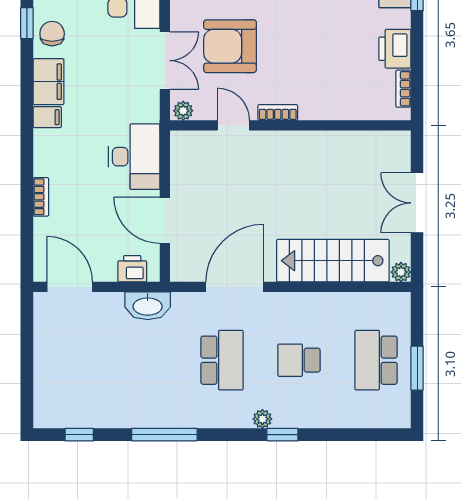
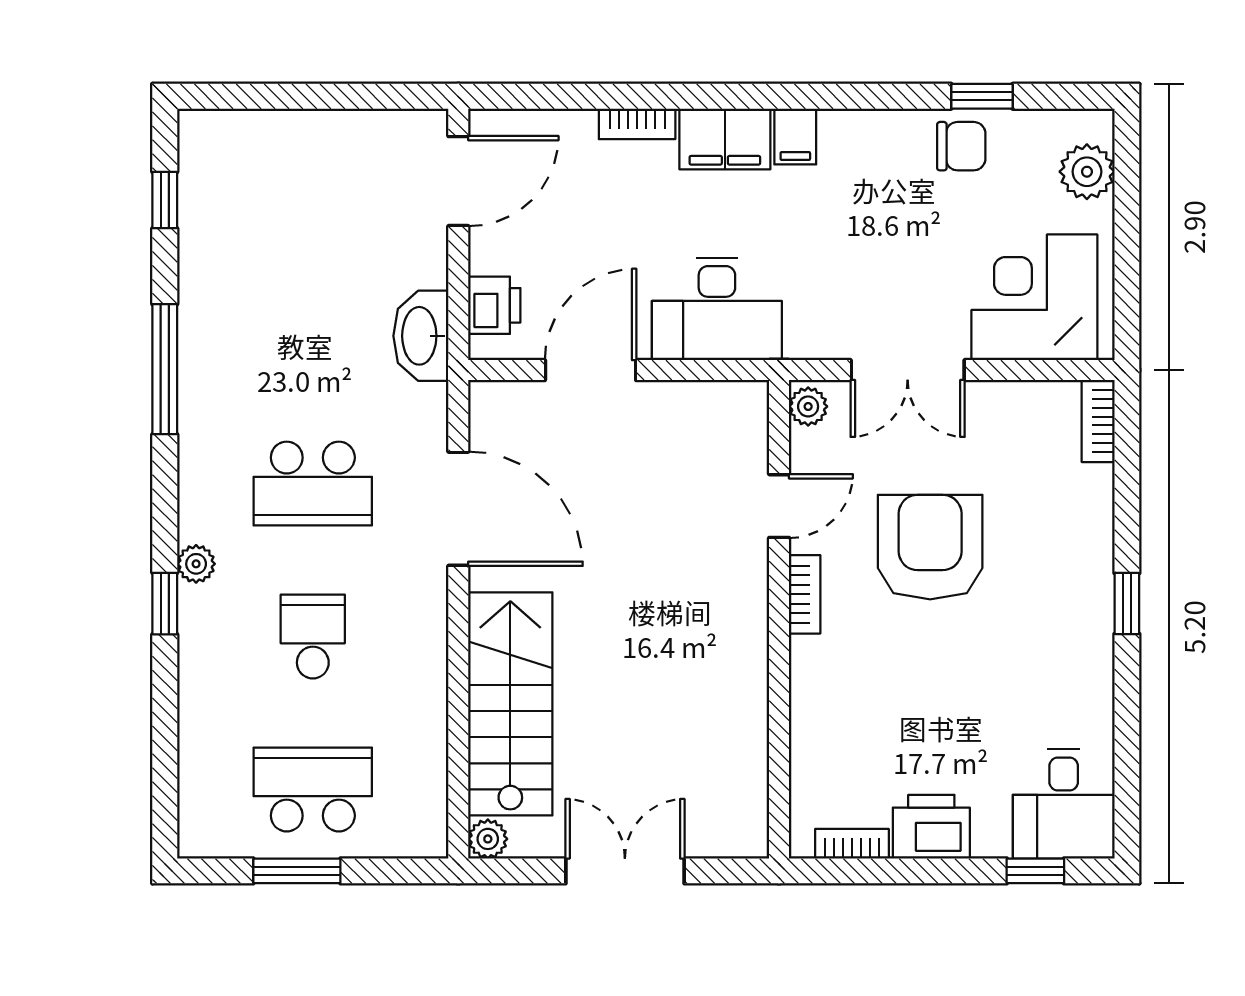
armchair: (230, 46) -> (930, 547), moved
filing cabinet: (48, 82) -> (725, 139), moved

